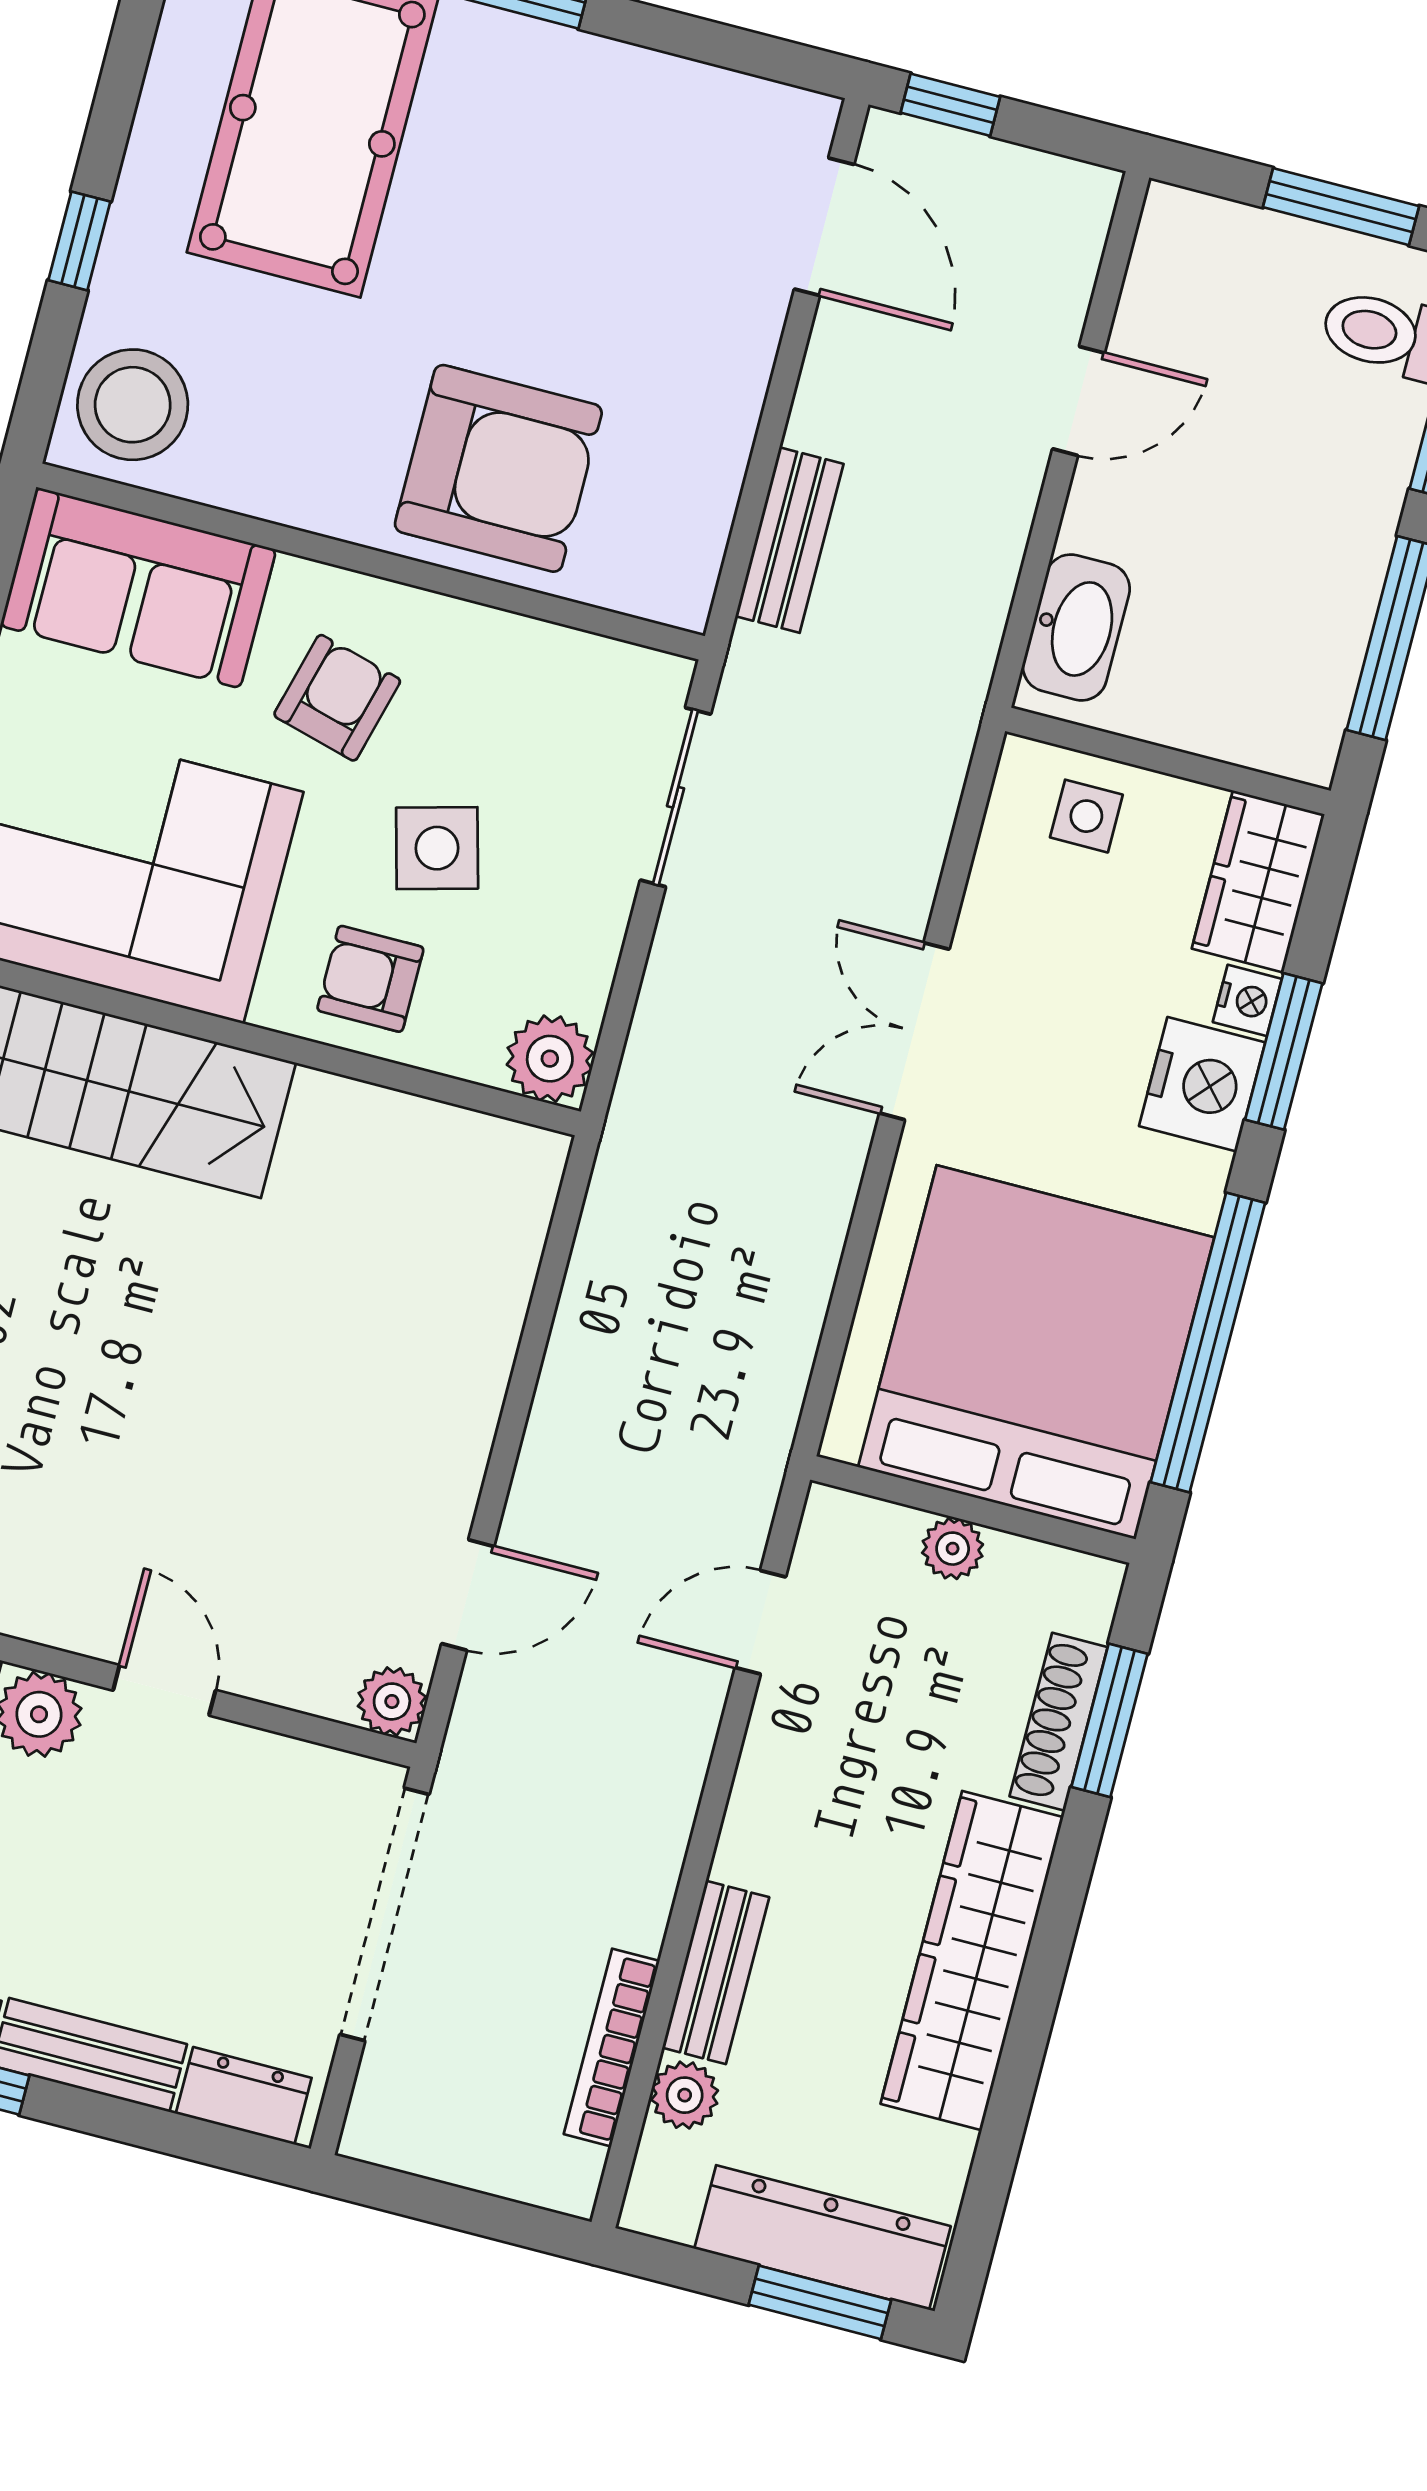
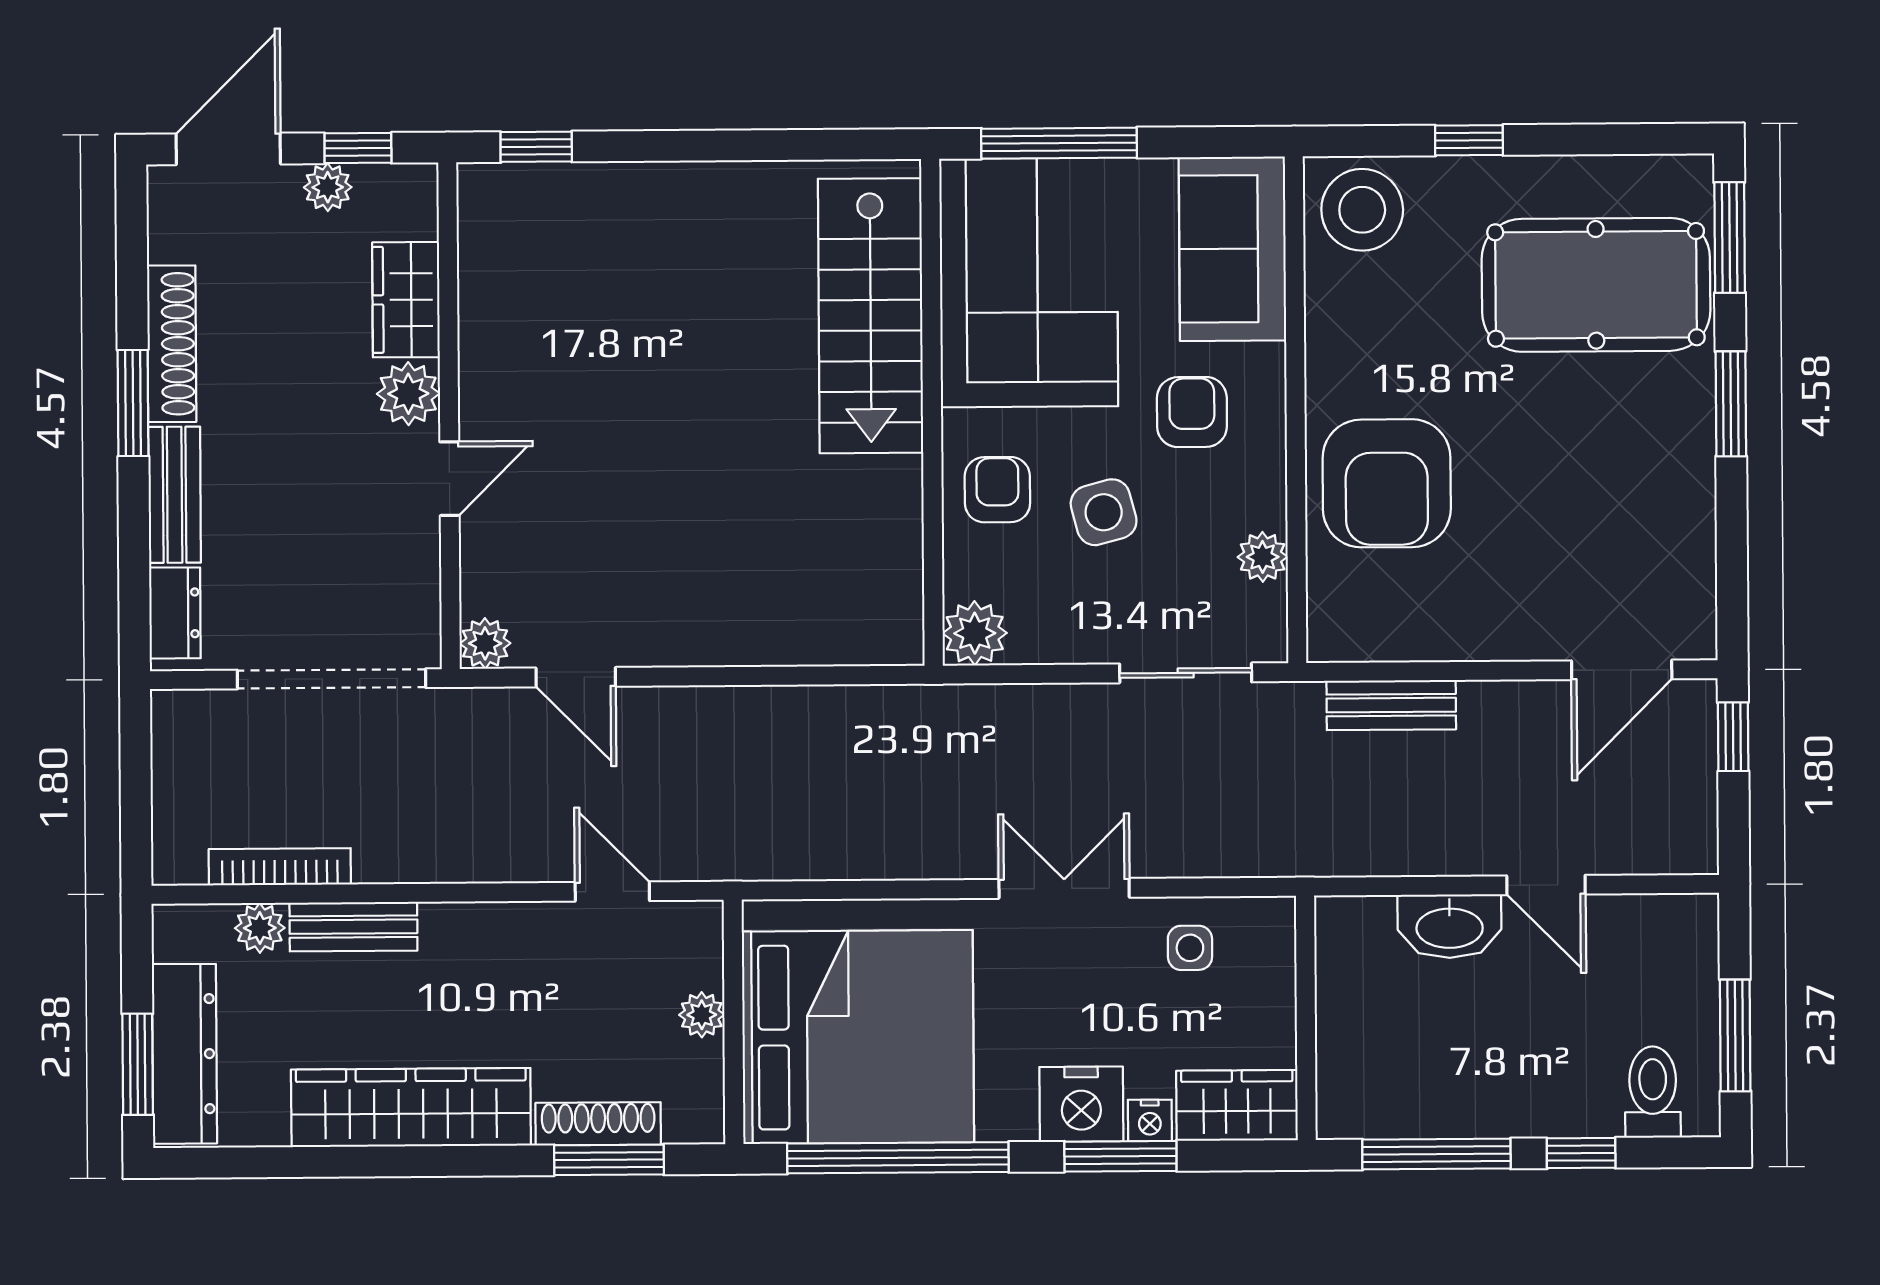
washbasin: (1076, 627) -> (1450, 926), moved
plant: (551, 656) -> (1263, 557), added
armchair: (337, 698) -> (1192, 412), turned -105
side table: (1086, 816) -> (1190, 948), moved

